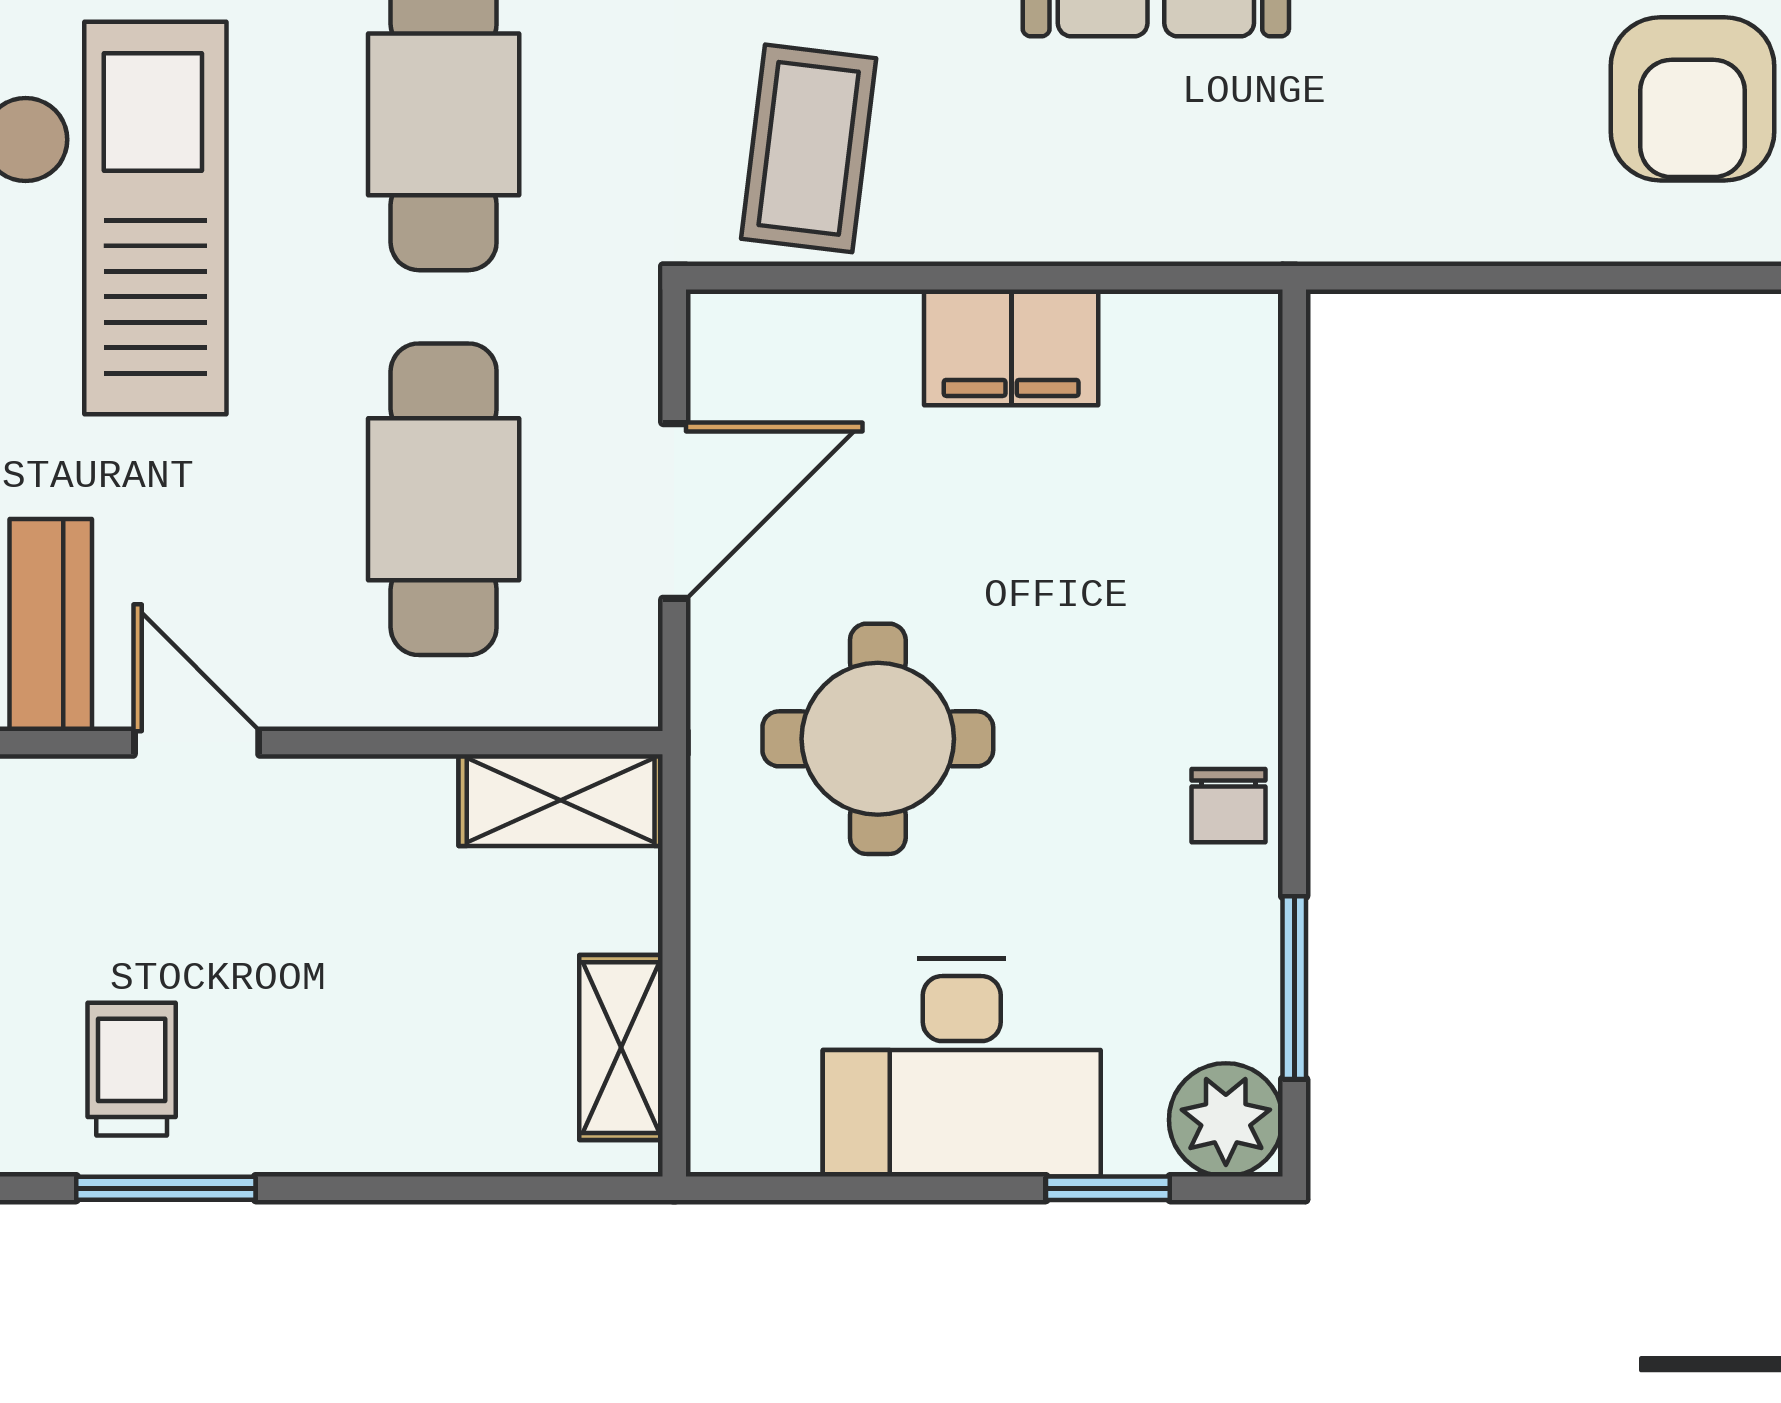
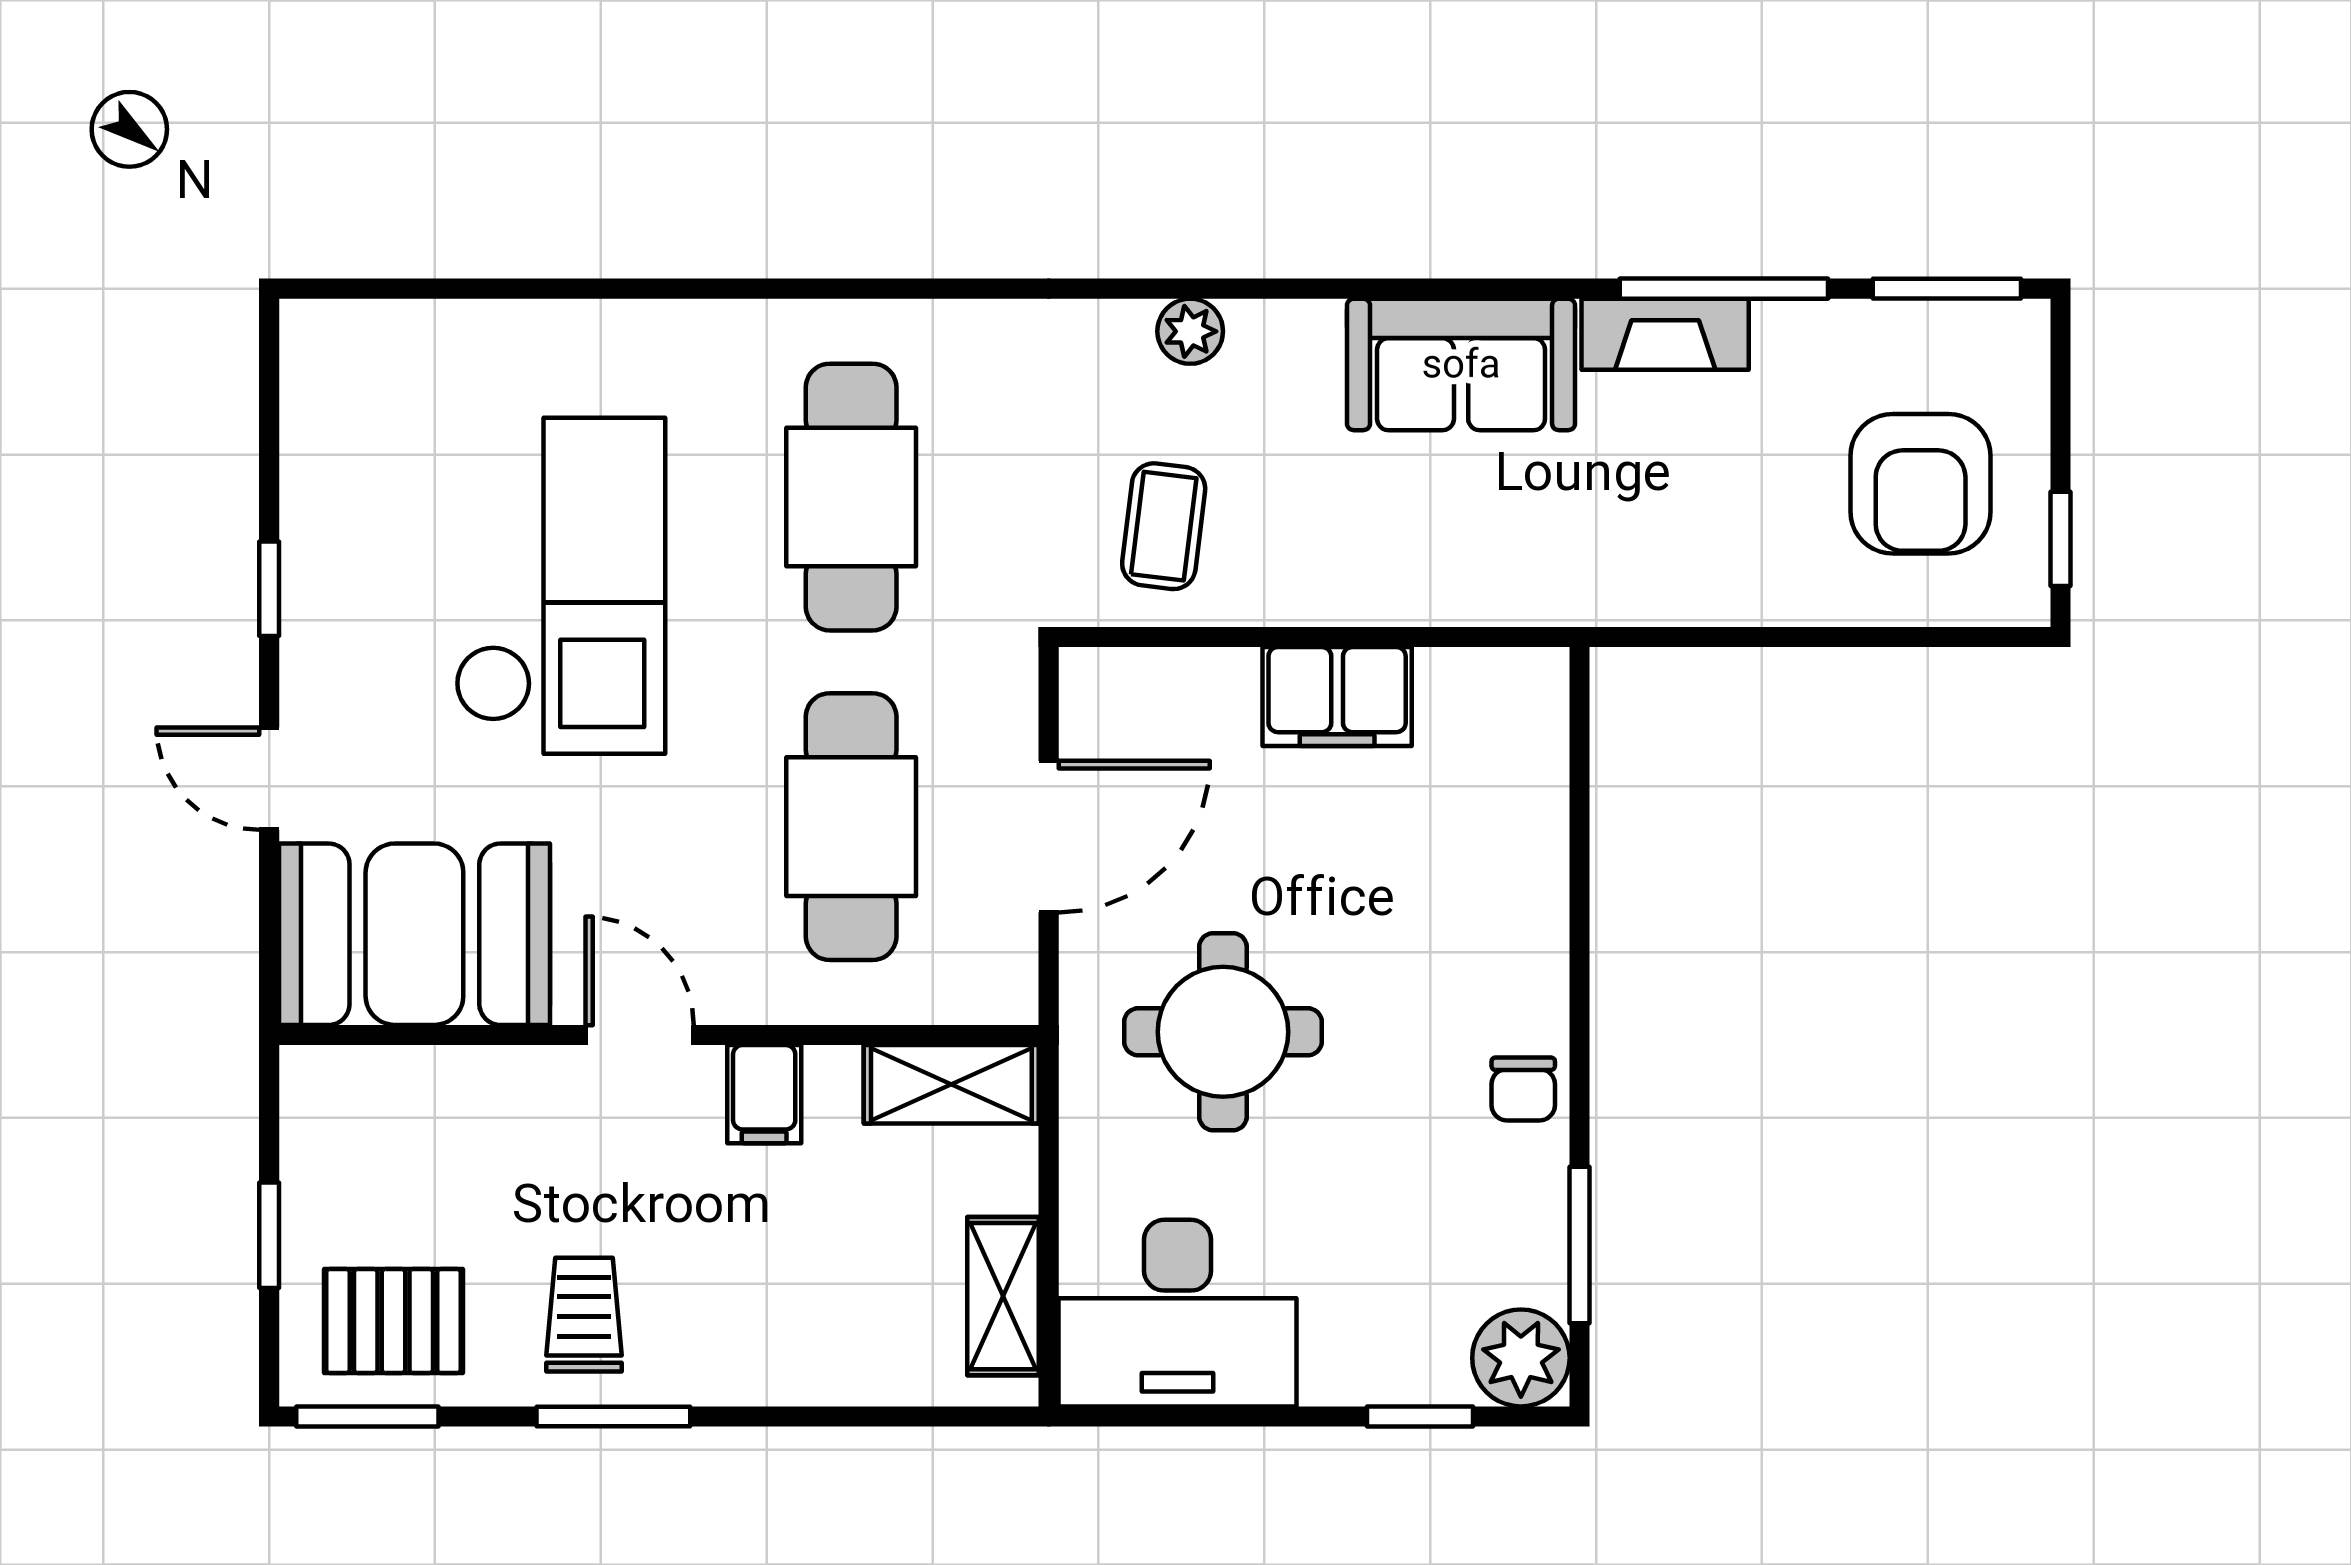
coffee table: (809, 148) -> (1164, 526), width x0.73, depth x0.77
filing cabinet: (342, 812) -> (764, 1094), added
desk: (962, 1067) -> (1178, 1313), moved

